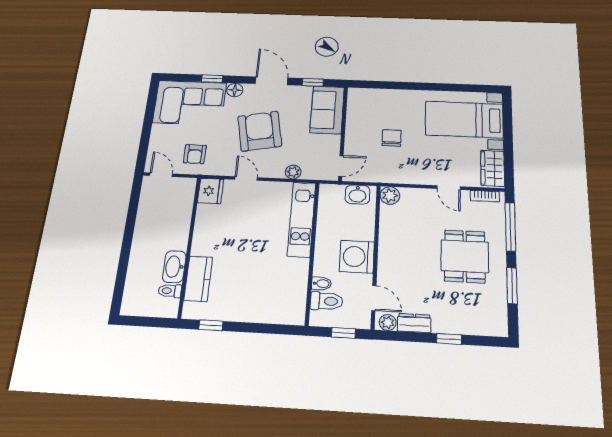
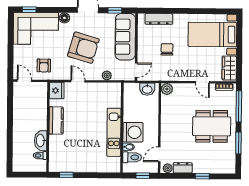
window: (212, 79) -> (29, 10), moved
dresser: (380, 96) -> (159, 19), added
sofa: (327, 110) -> (125, 37), width x1.36
armchair: (260, 131) -> (83, 48), turned 117
kitchen unit: (302, 219) -> (114, 132), moved
dining table: (465, 256) -> (212, 126), width x1.38
washing machine: (357, 257) -> (133, 132), moved, turned 180
kitchen counter: (198, 279) -> (56, 121), moved
door: (374, 298) -> (159, 154), swing flipped

